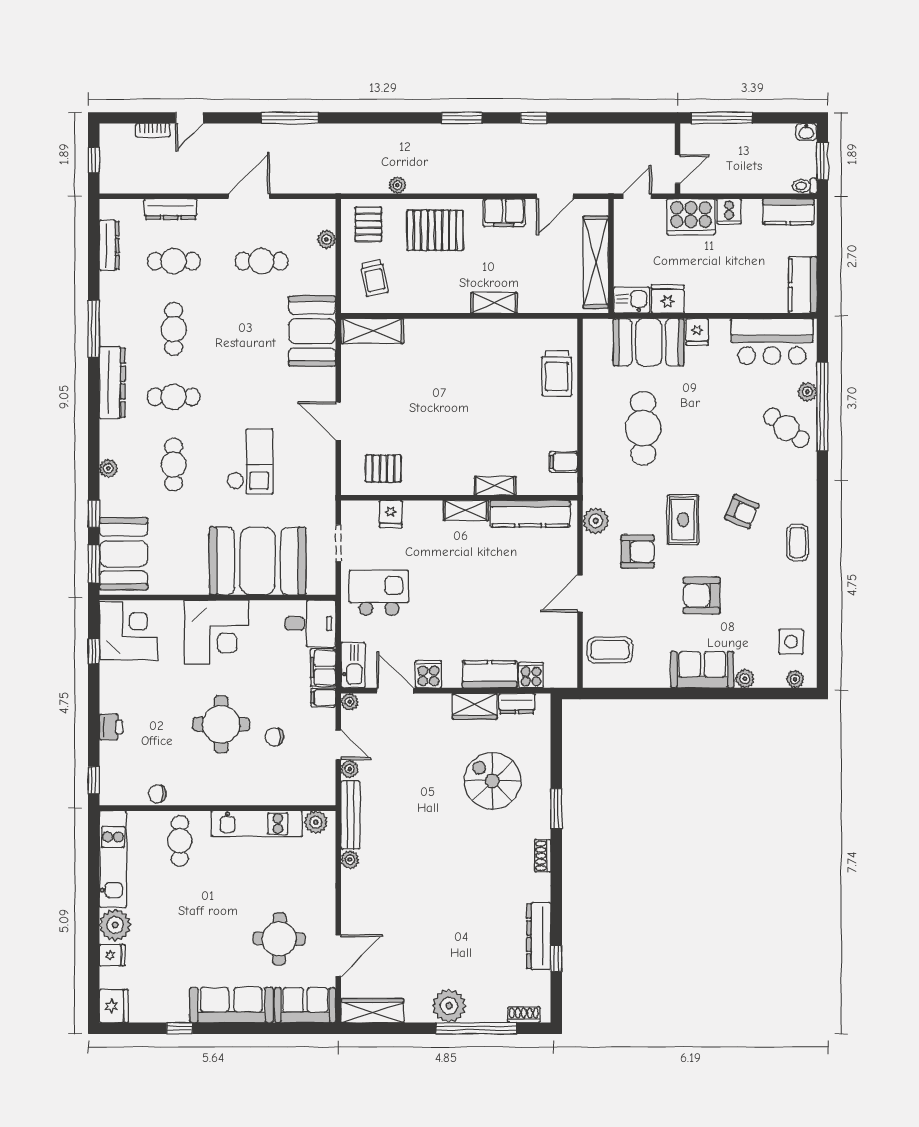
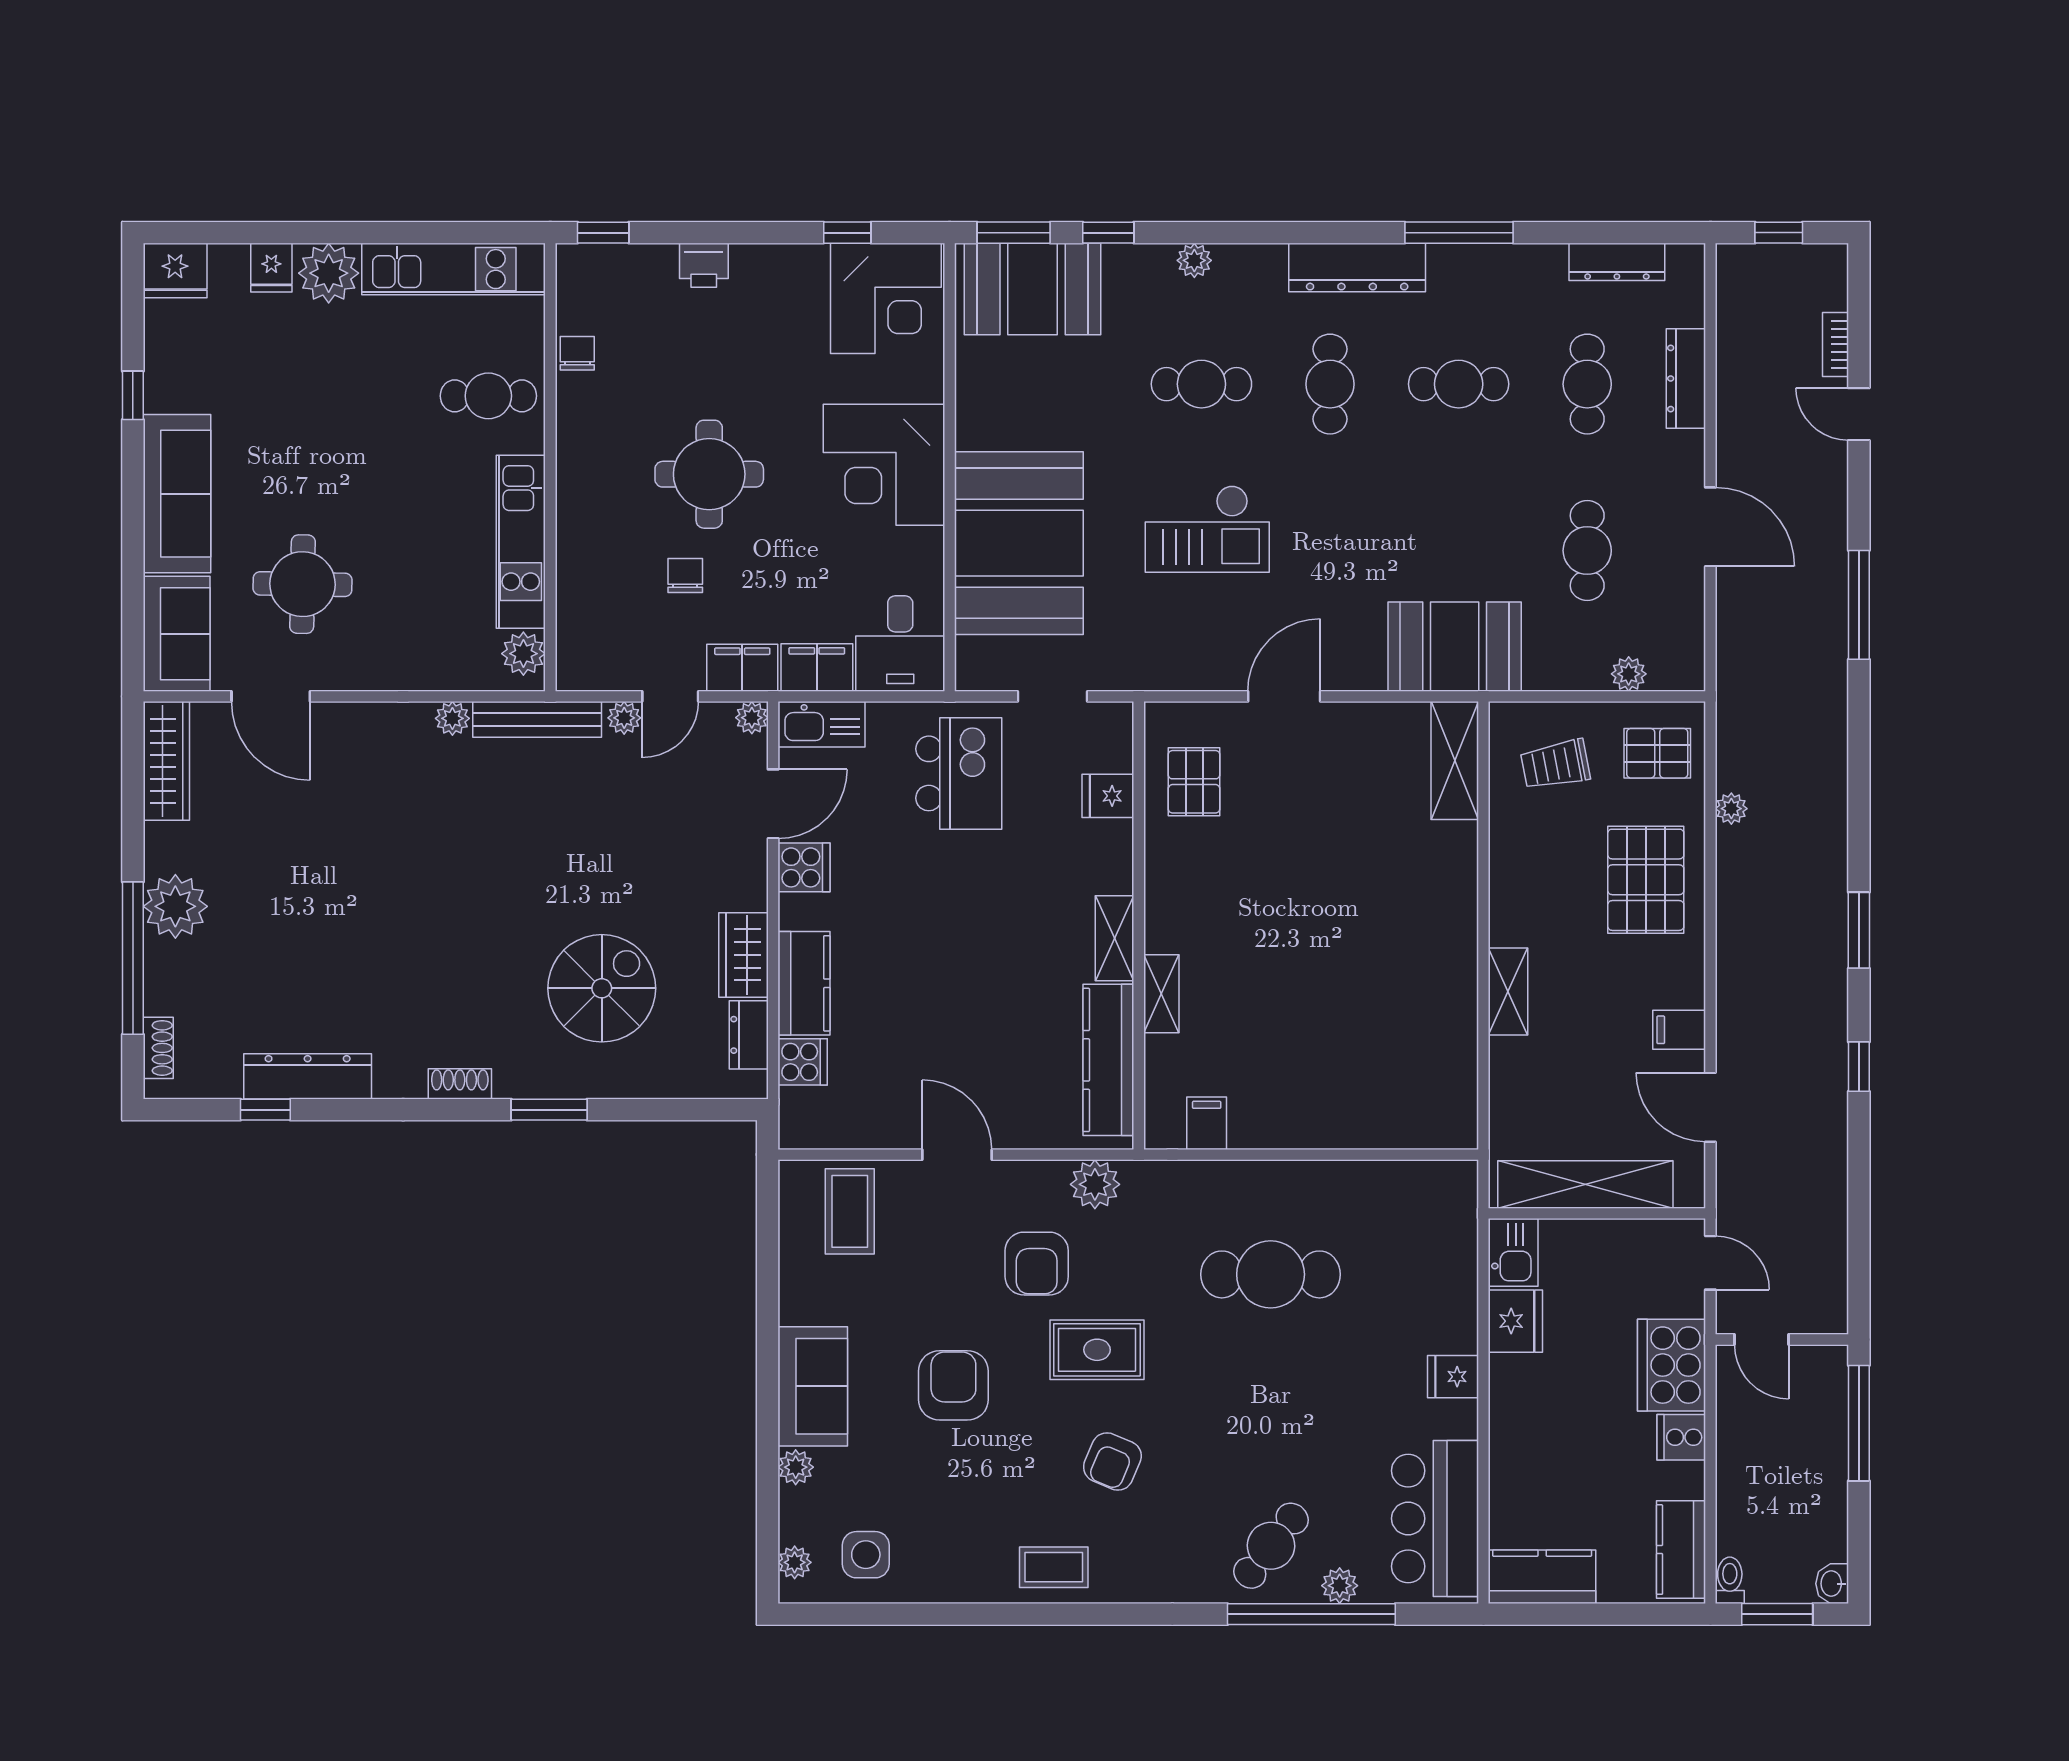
filing cabinet: (504, 213) -> (1679, 1030), width x0.50
booth: (649, 342) -> (1433, 1285), removed
trolley: (557, 373) -> (1375, 1110), removed
filing cabinet: (323, 697) -> (742, 668), width x2.00

